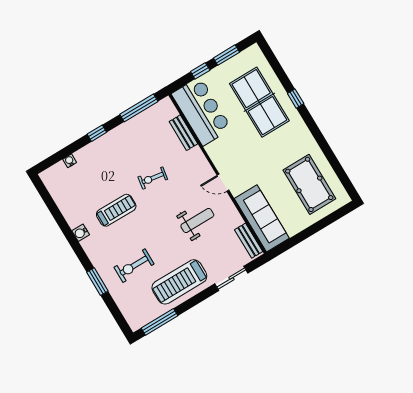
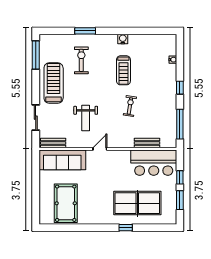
pool table: (309, 184) -> (66, 203), turned 90

